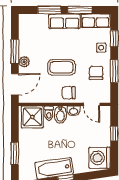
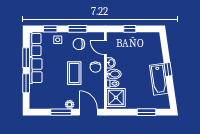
door: (92, 104) -> (105, 48), swing flipped
washing machine: (100, 158) -> (150, 41), removed

